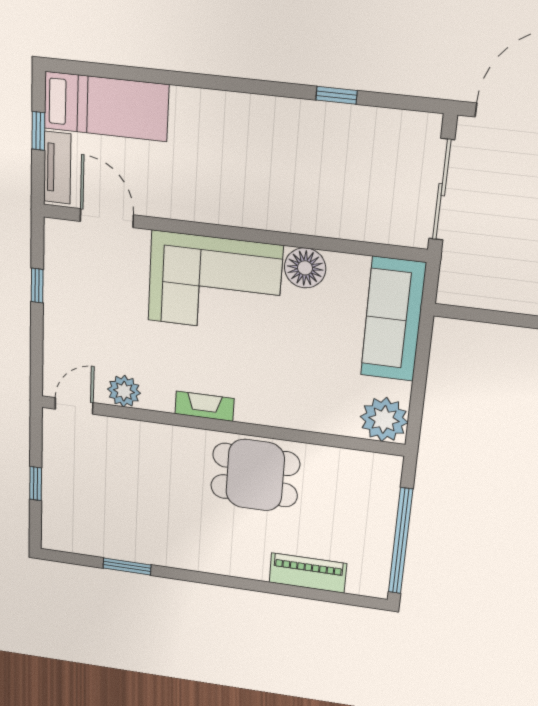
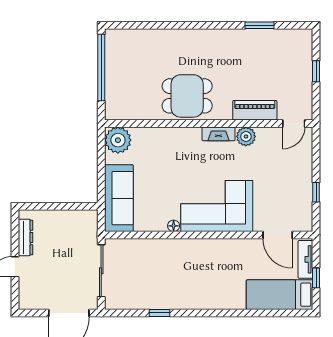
floor lamp: (305, 268) -> (174, 226), width x0.53, depth x0.53
plant: (124, 391) -> (246, 136), moved
piano: (308, 573) -> (255, 110), moved, turned 180

